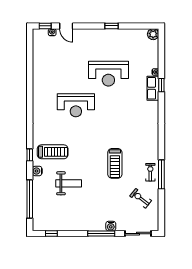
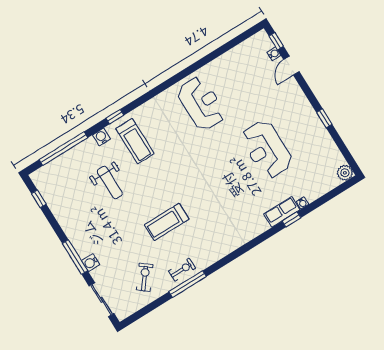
reception desk: (76, 105) -> (201, 103), moved, turned 180

